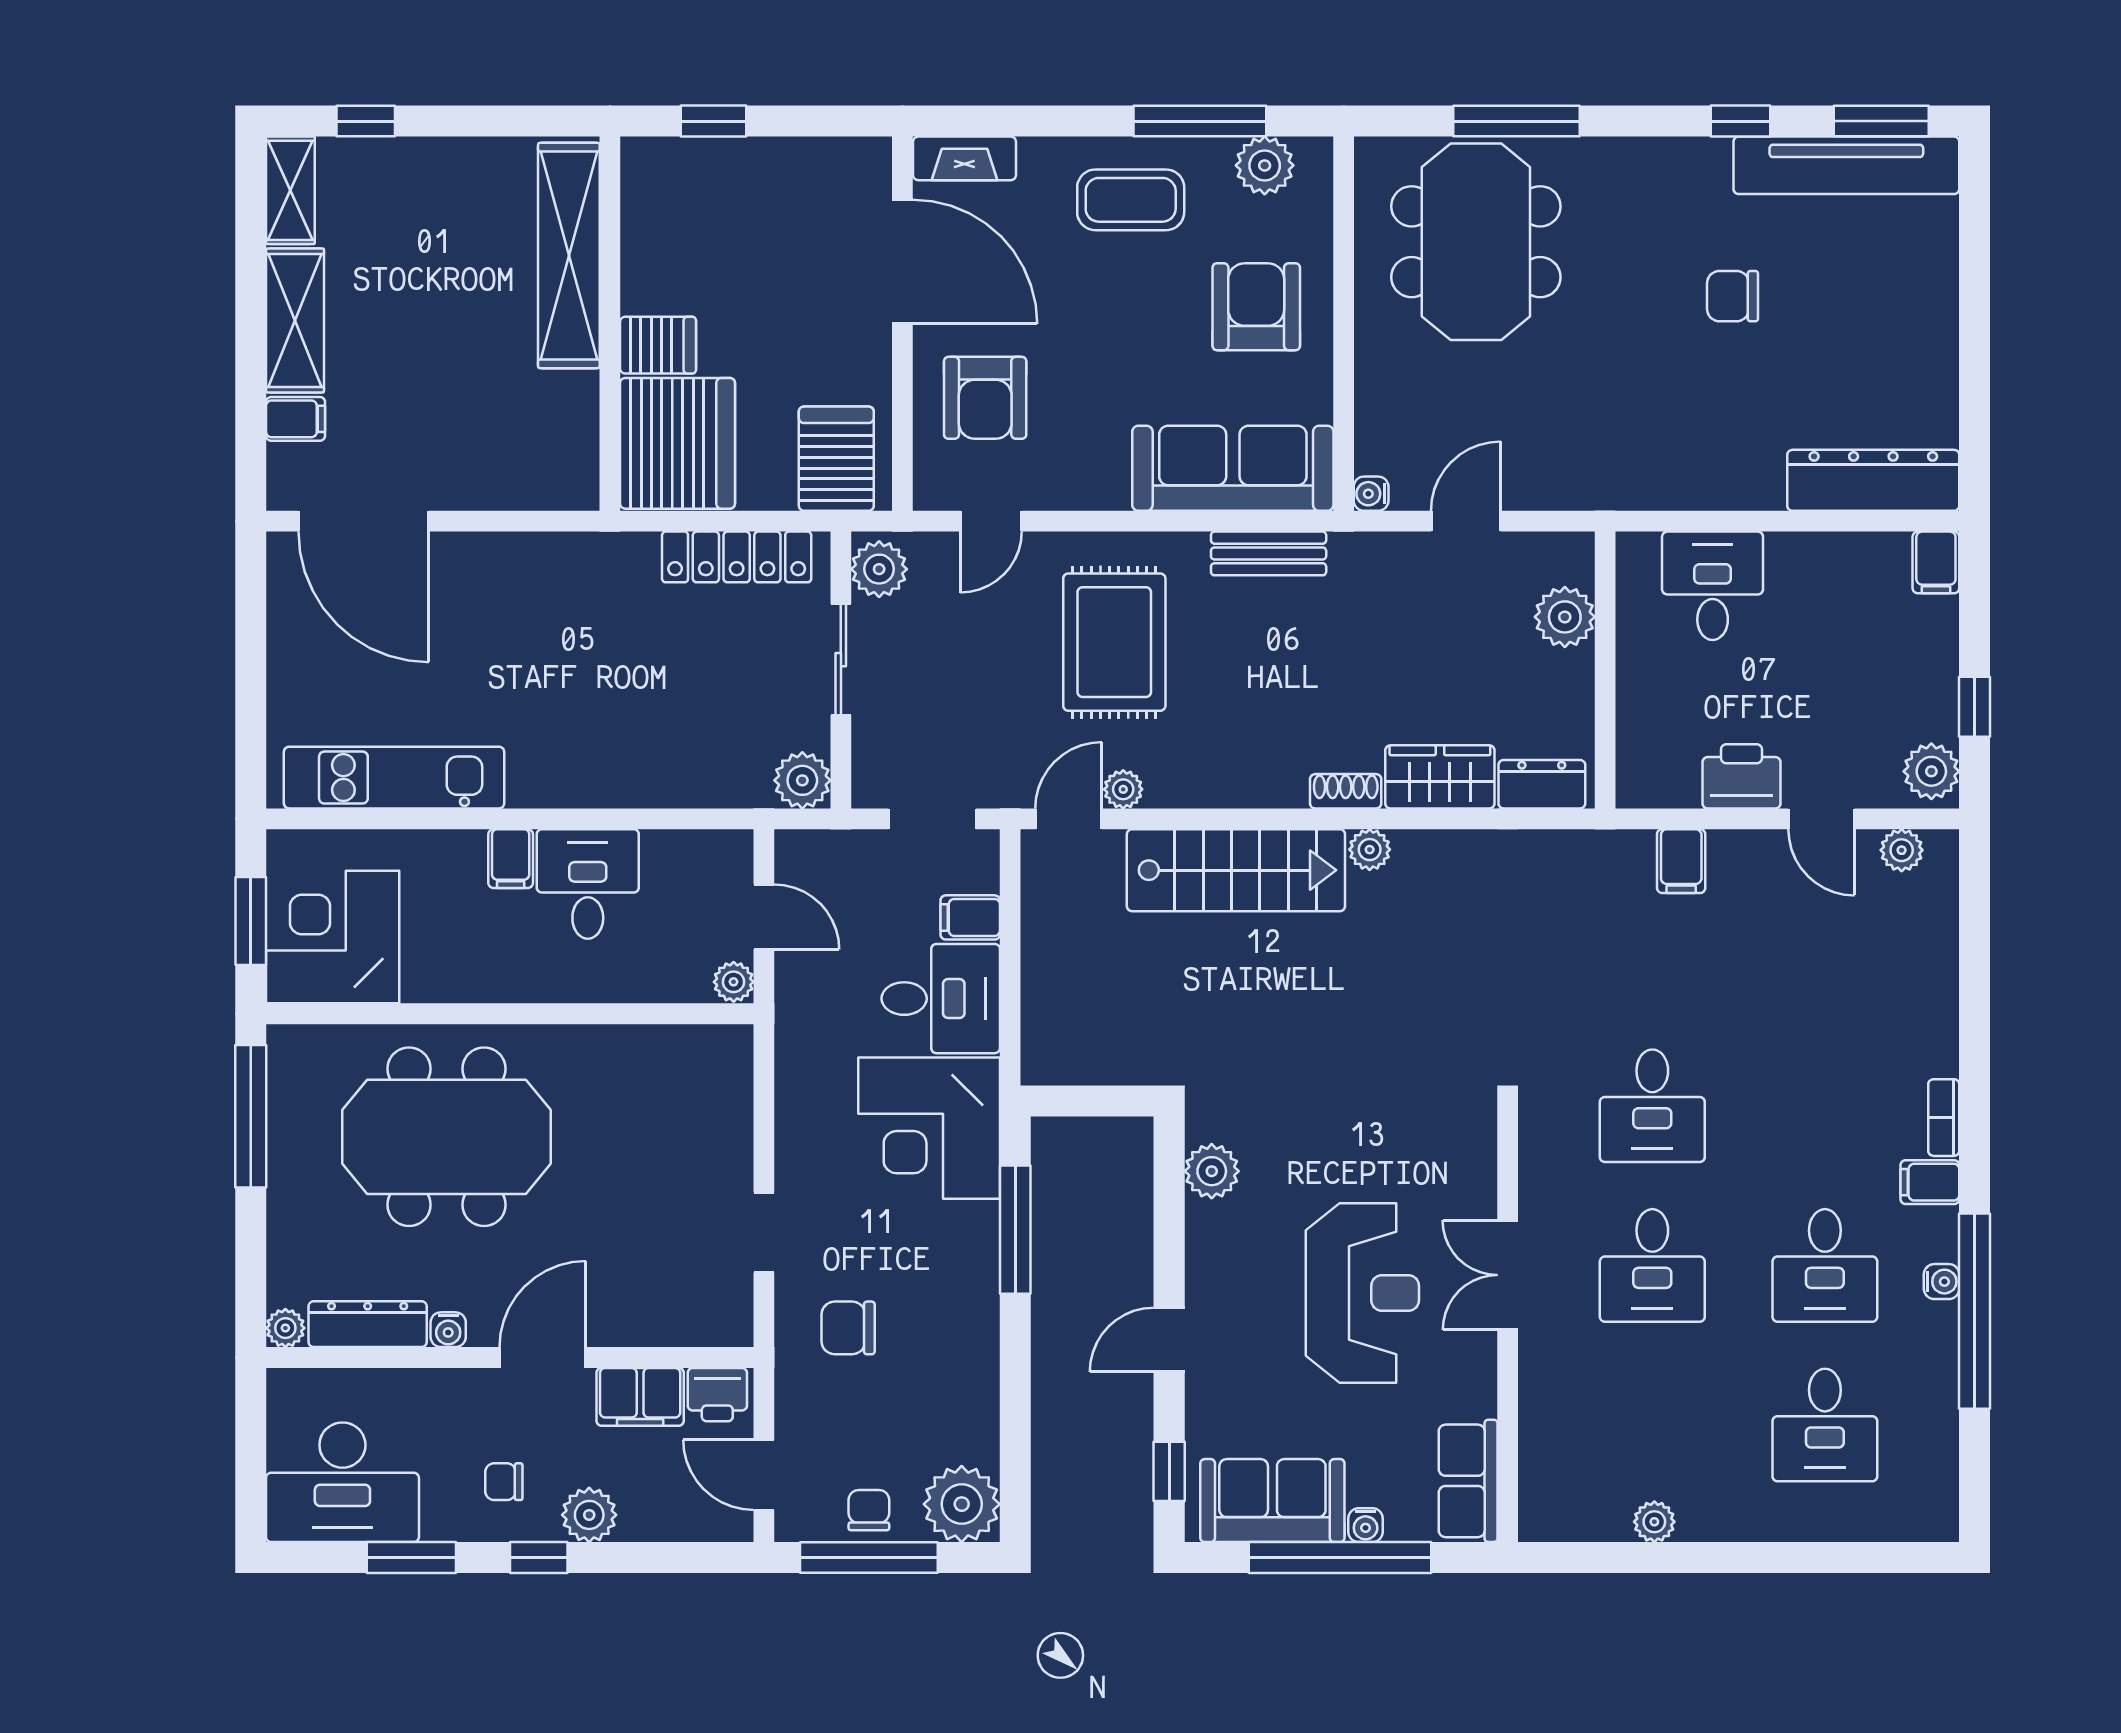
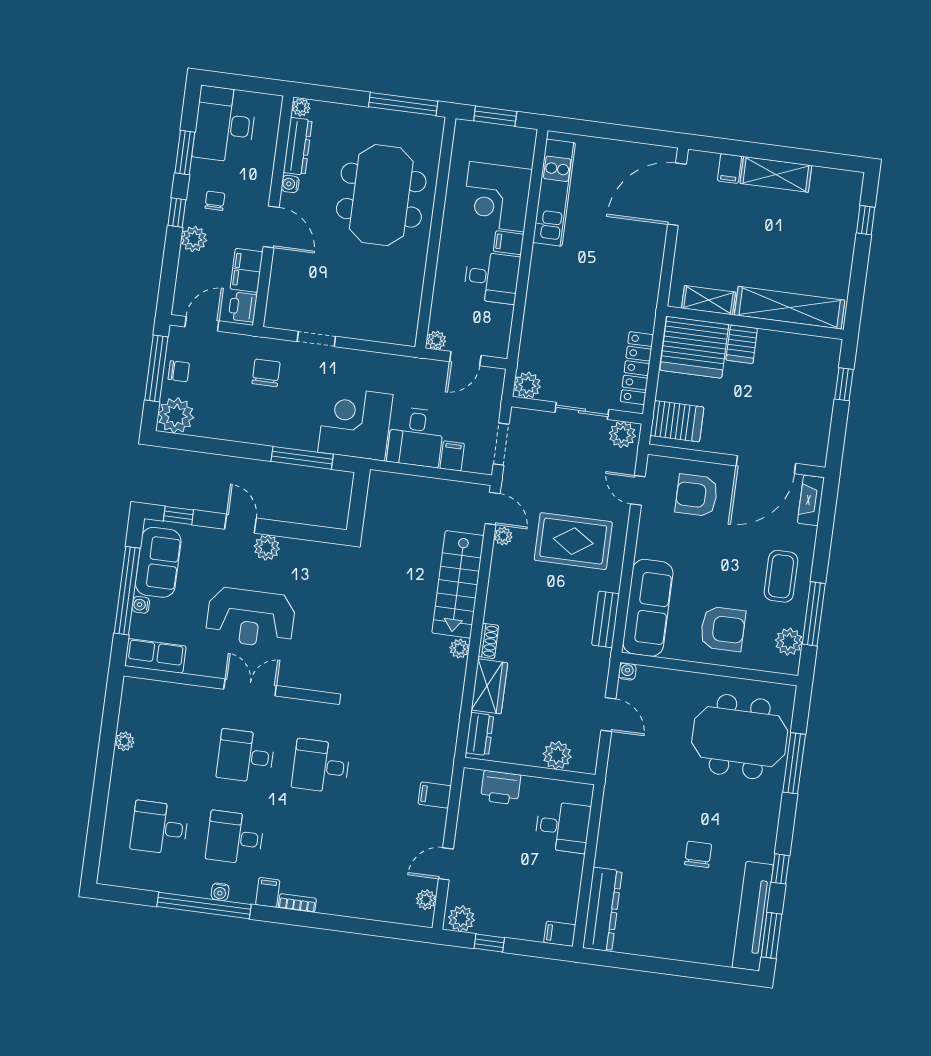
shelving: (290, 190) -> (708, 300), moved
printer: (1741, 776) -> (501, 788), moved, turned 90
corner desk: (333, 937) -> (497, 197), moved, turned 180
plant: (1212, 1171) -> (267, 547), moved

